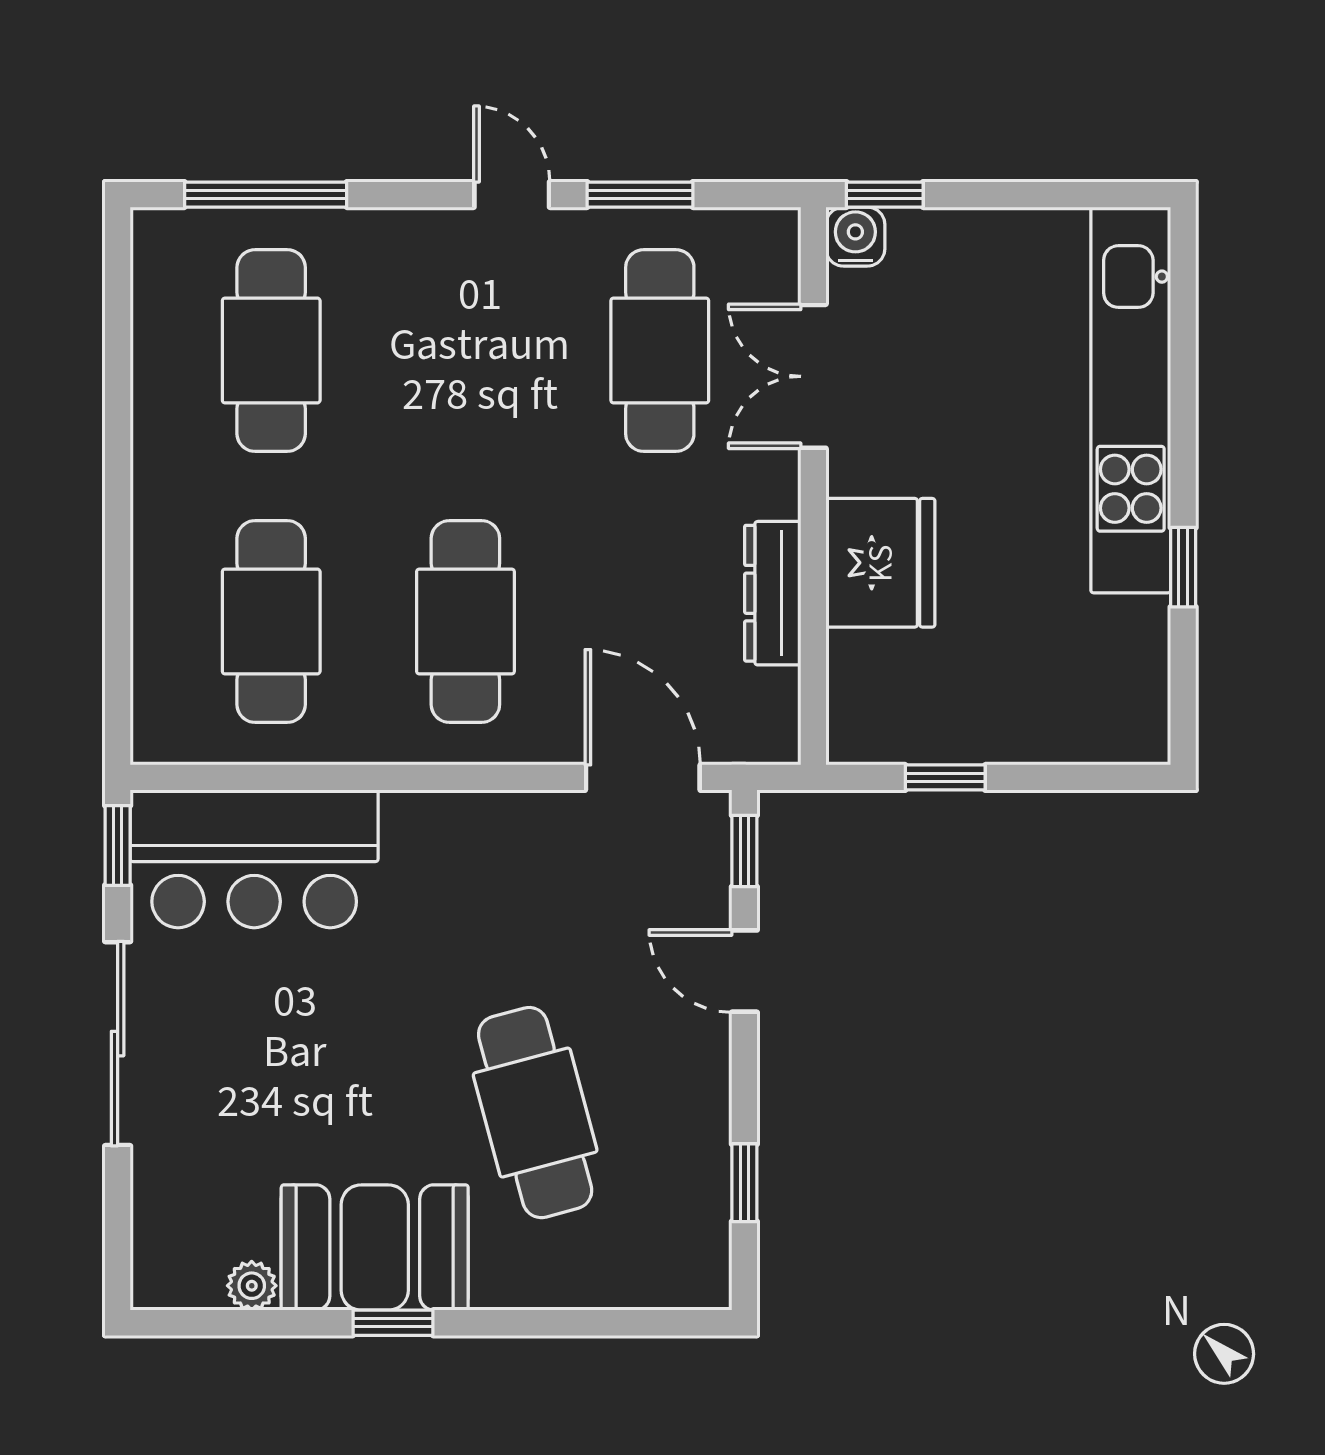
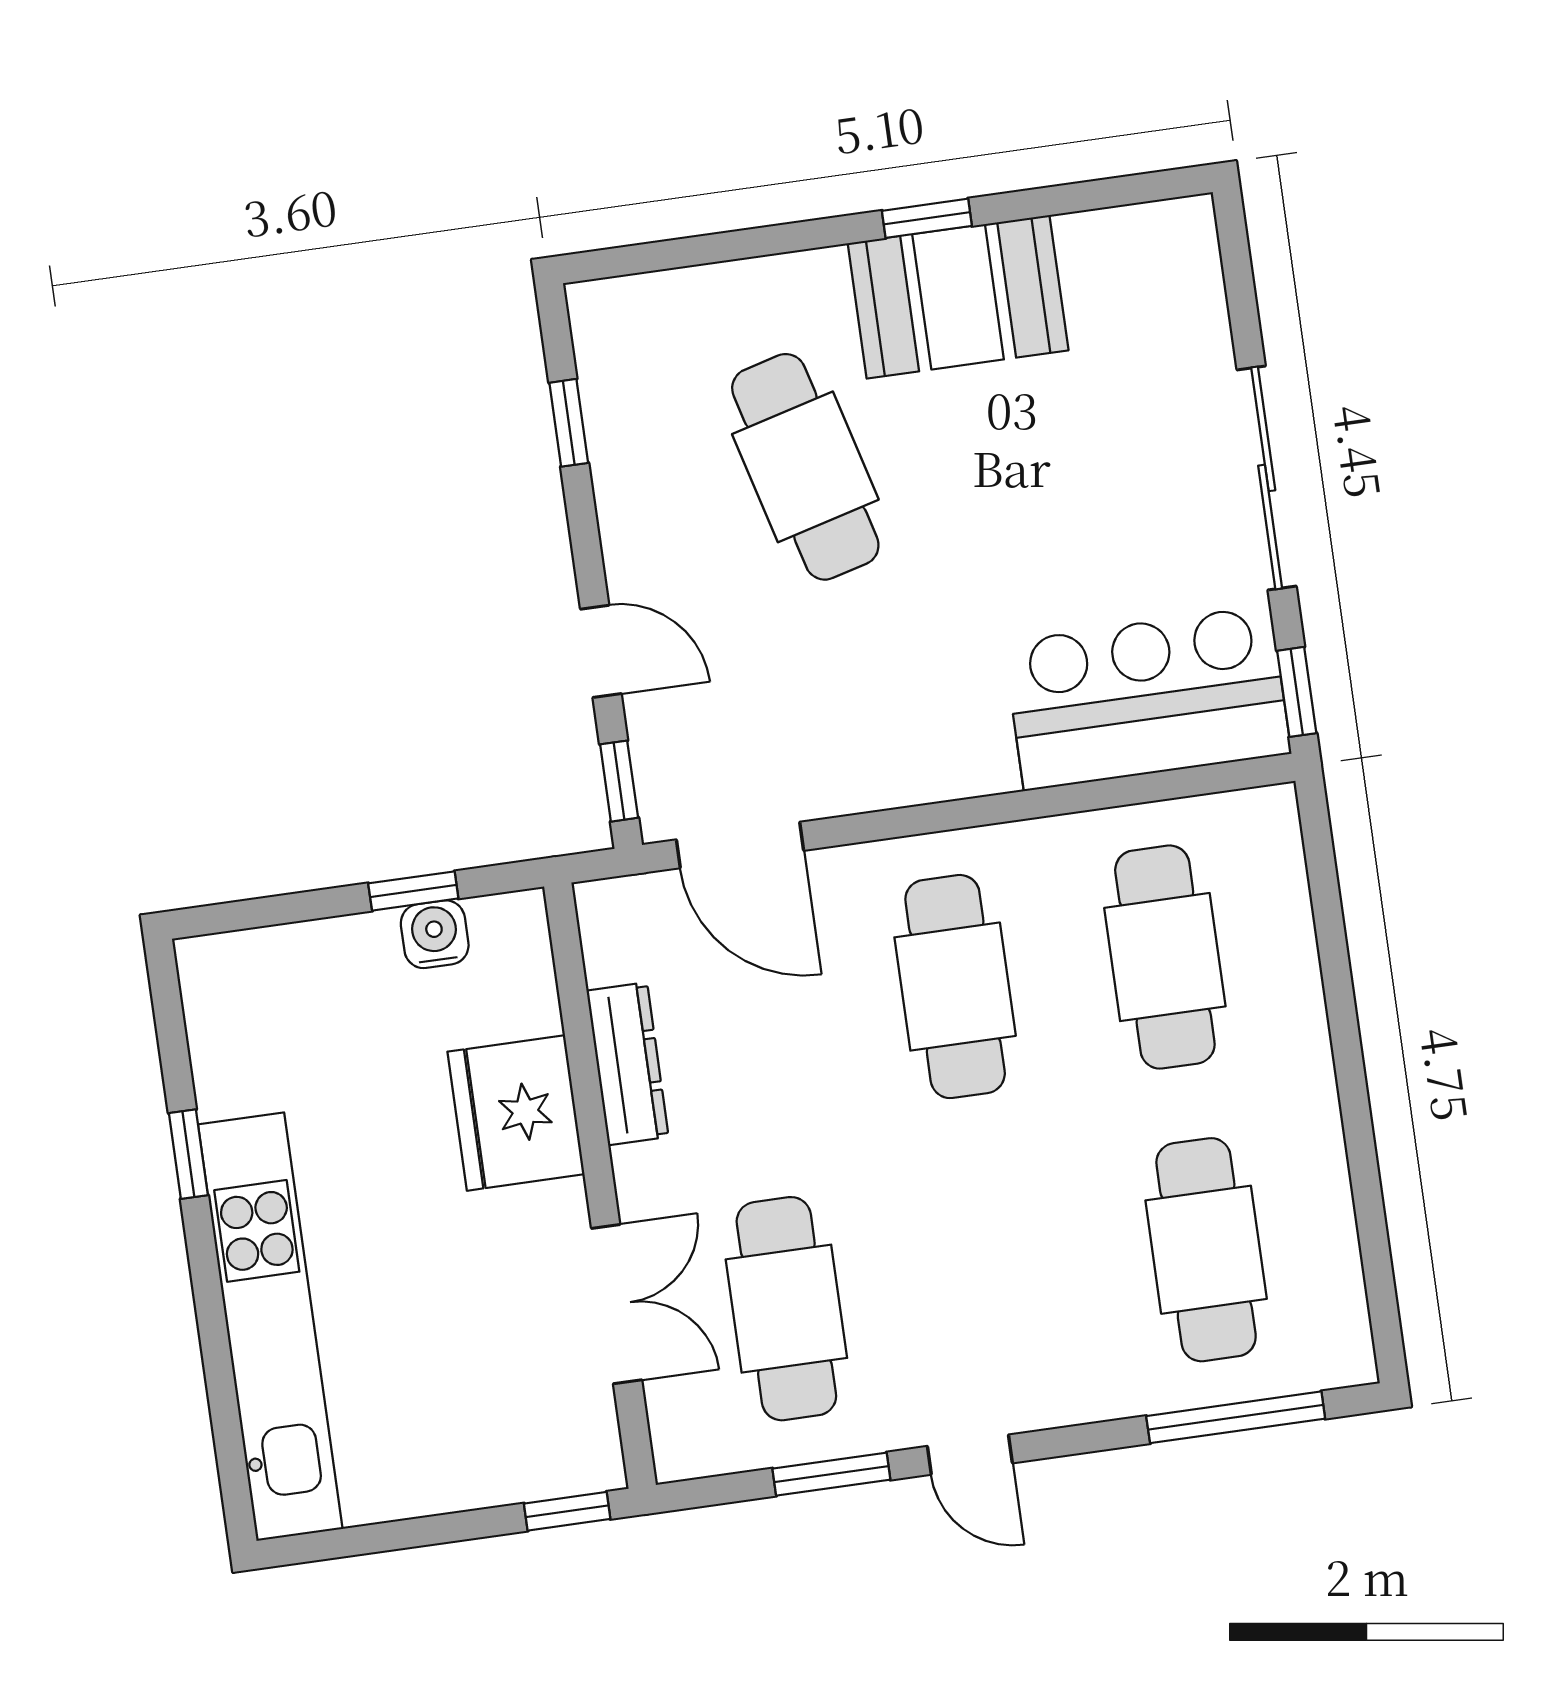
water cooler: (855, 237) -> (435, 934), moved, turned 180
plant: (252, 1286) -> (1085, 237), removed

